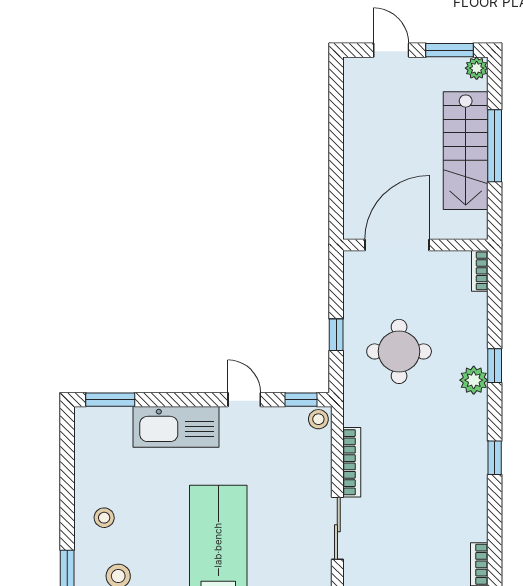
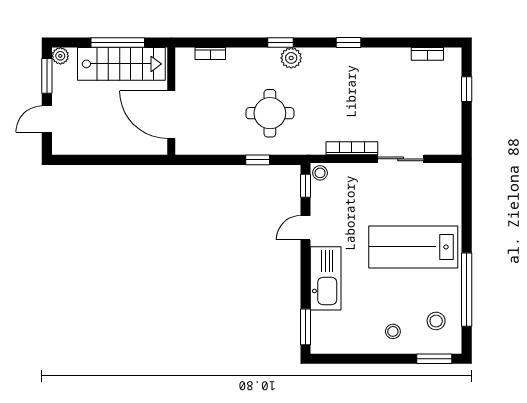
door: (397, 245) -> (171, 115), moved
wall: (415, 245) -> (171, 101), moved

